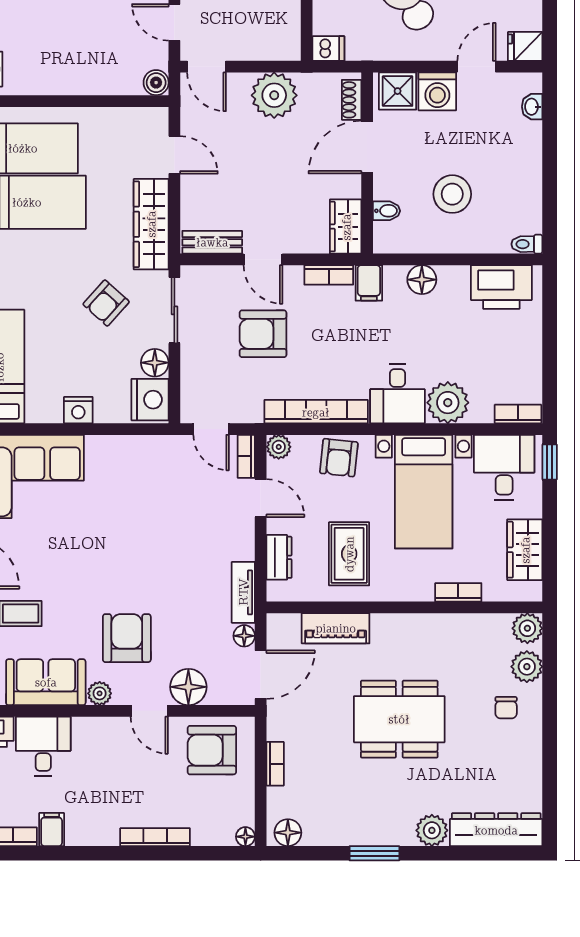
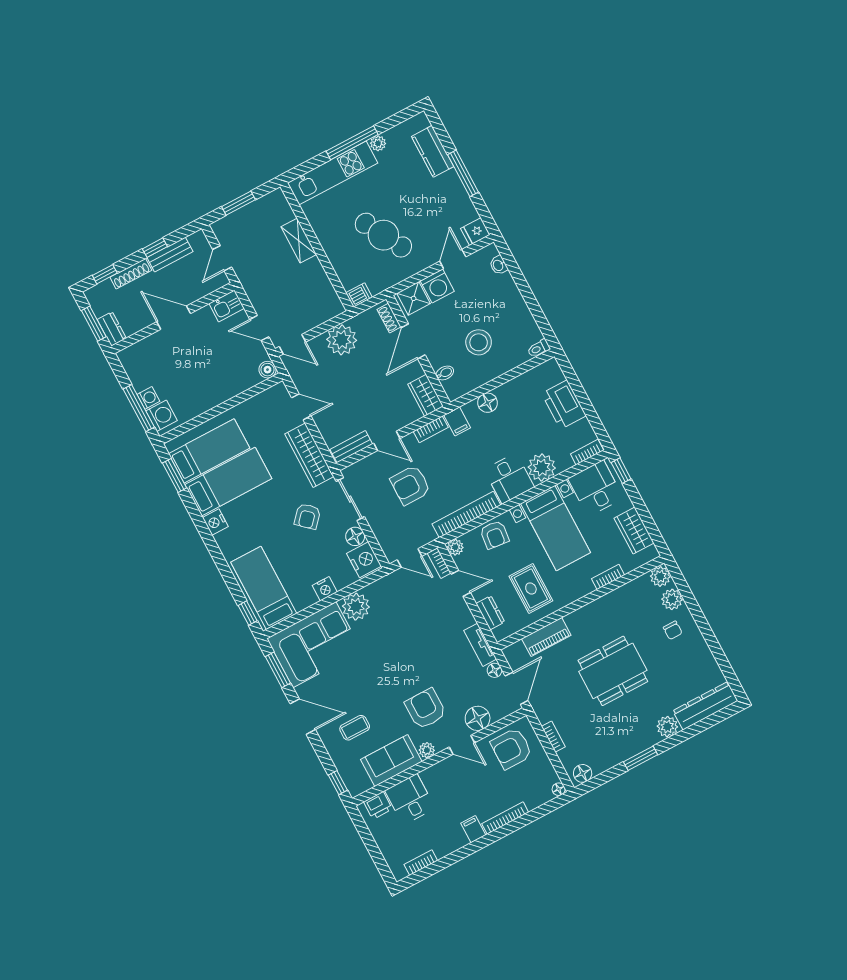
printer: (501, 287) -> (564, 405), moved, turned 90
plant: (107, 455) -> (356, 607), added
filing cabinet: (52, 829) -> (473, 829), moved

